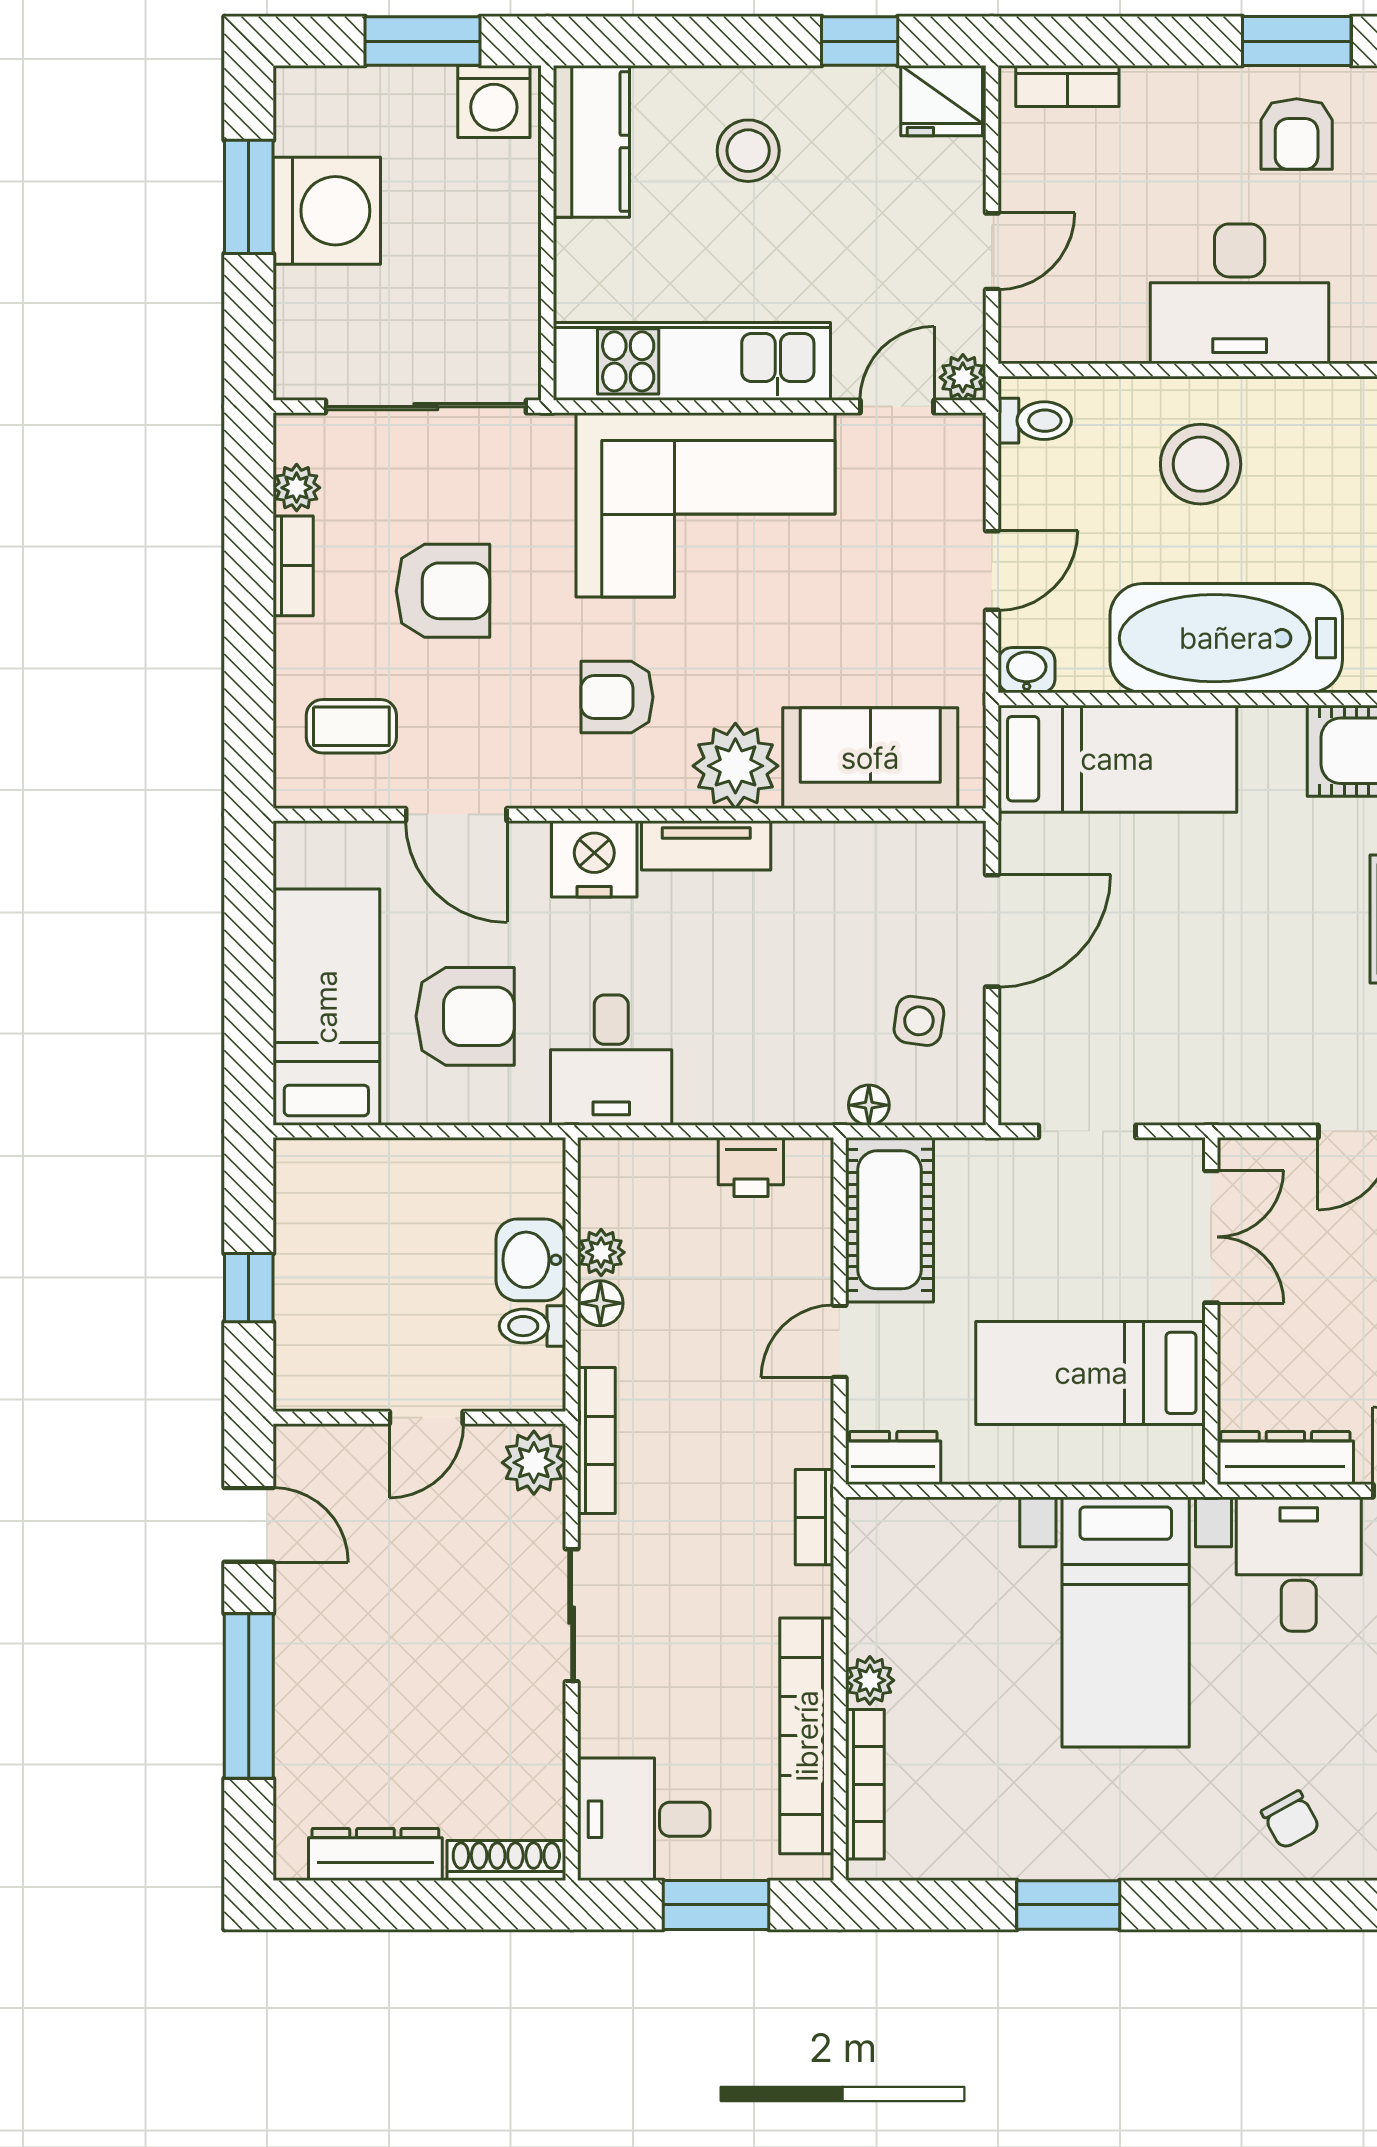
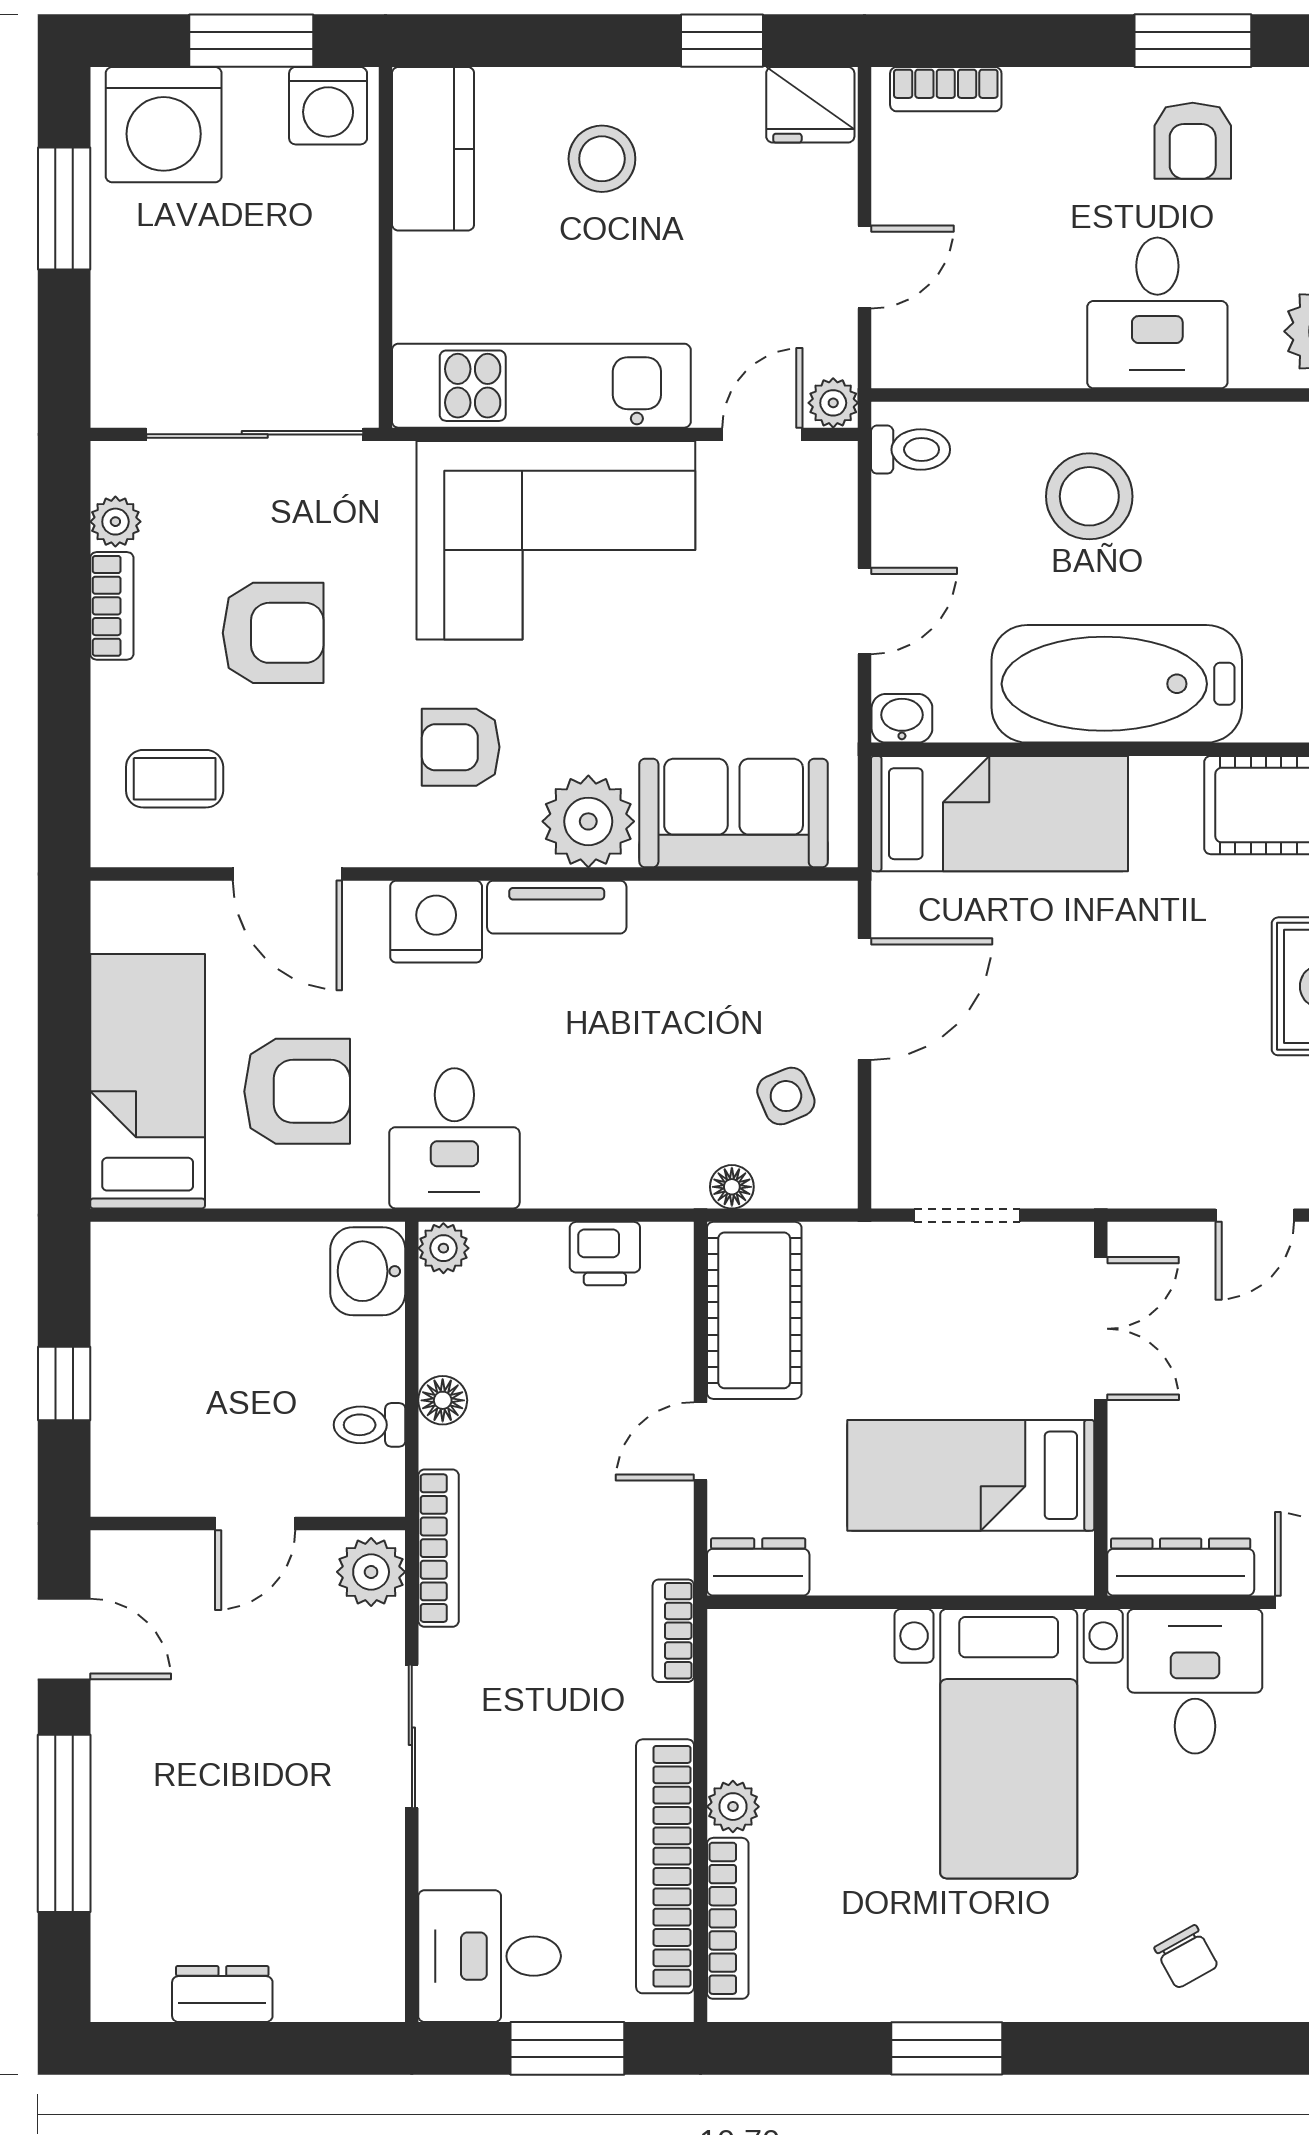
washing machine: (327, 211) -> (164, 125), moved, turned 90
desk: (1240, 294) -> (1157, 313), width x0.73
side table: (919, 1021) -> (786, 1096), turned -31
plant: (601, 1252) -> (443, 1248), moved
washbasin: (531, 1260) -> (368, 1271), moved
dresser: (375, 1854) -> (222, 1994), width x0.70
shoe rack: (506, 1860) -> (341, 2000), removed

